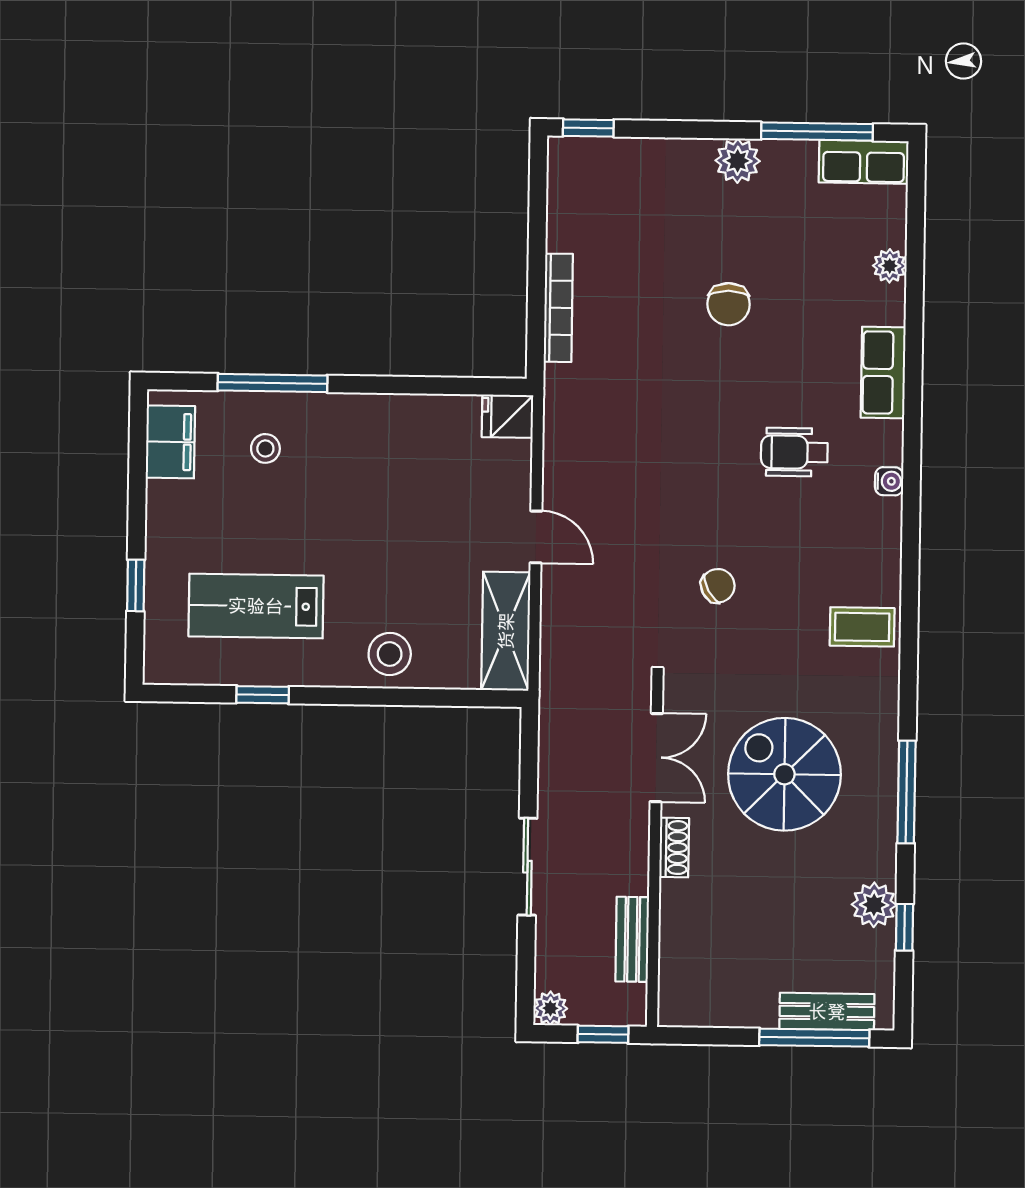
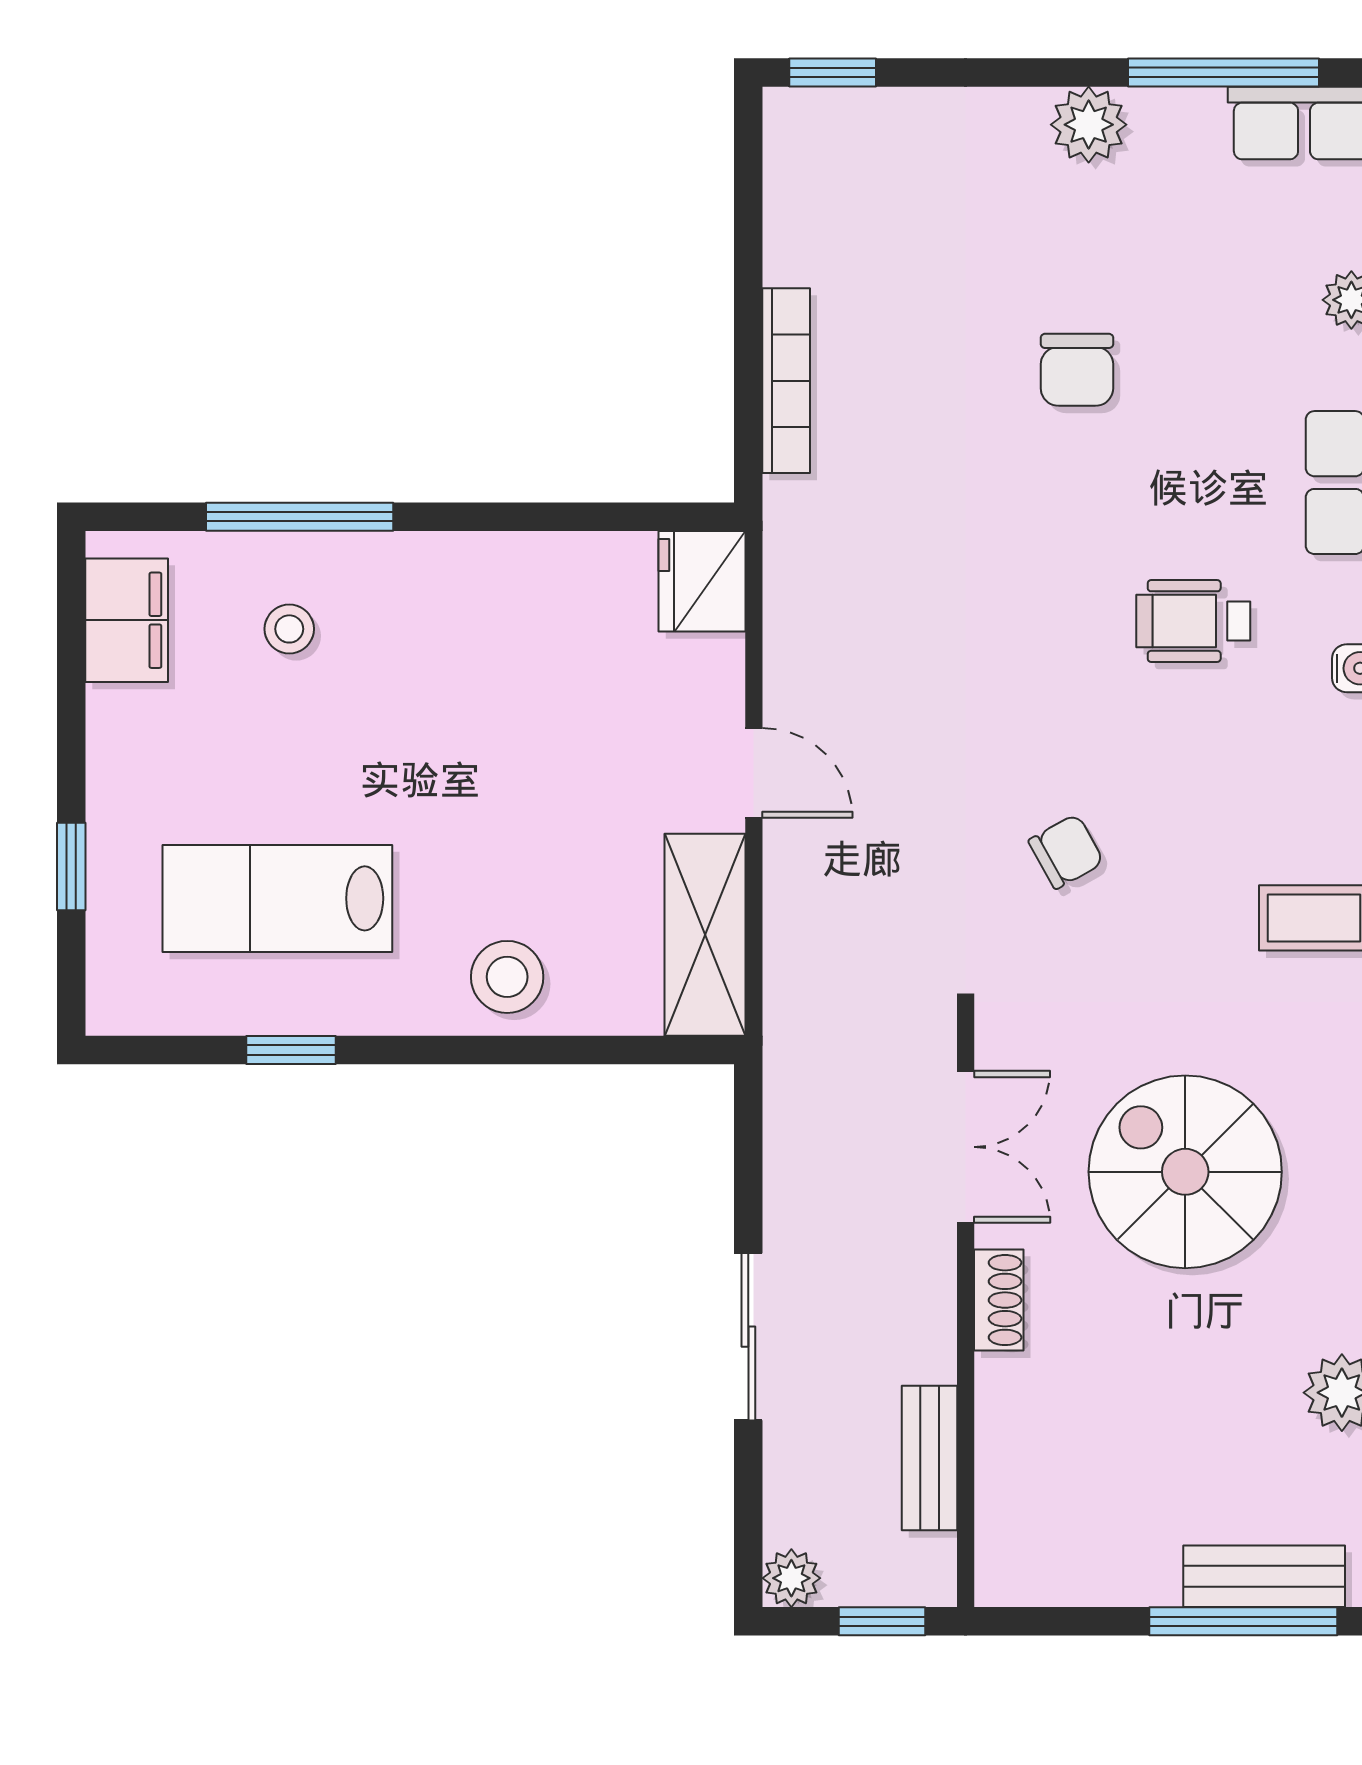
fridge: (507, 416) -> (702, 581), width x1.38

